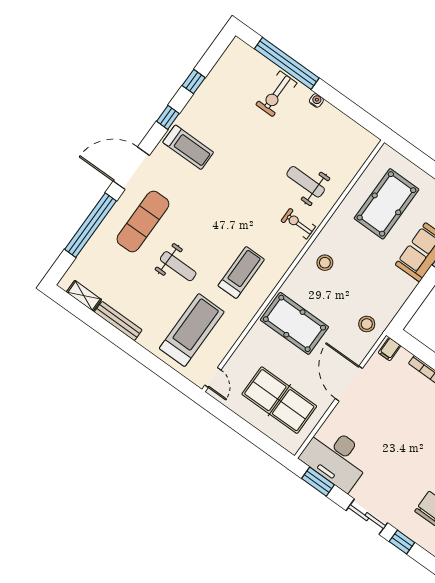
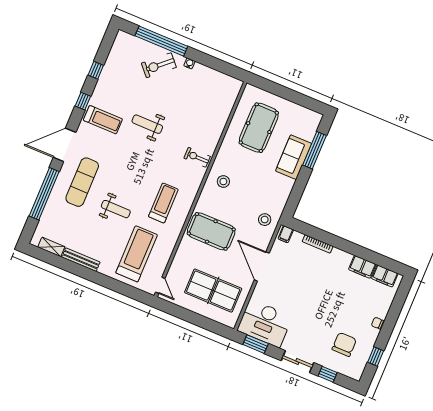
exercise bike: (276, 94) -> (159, 65), turned 48
weight bench: (306, 182) -> (147, 124), moved

